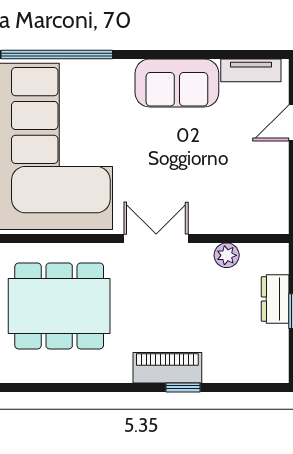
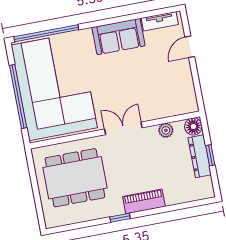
floor lamp: (274, 258) -> (193, 127), added
dresser: (275, 299) -> (200, 156), width x1.44
window: (183, 387) -> (120, 218), moved

